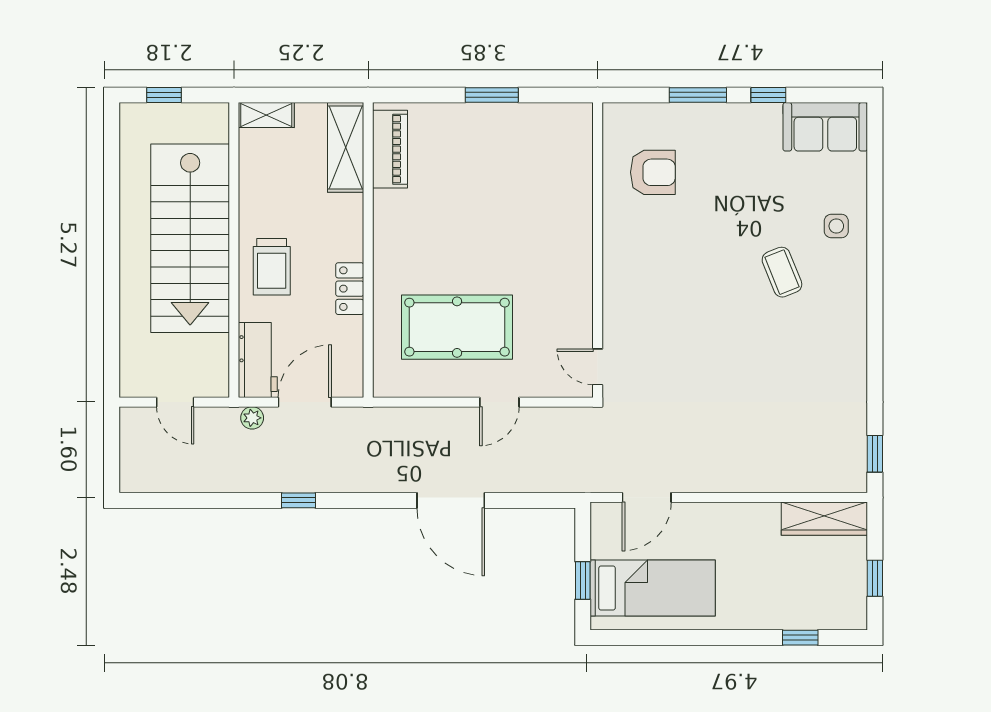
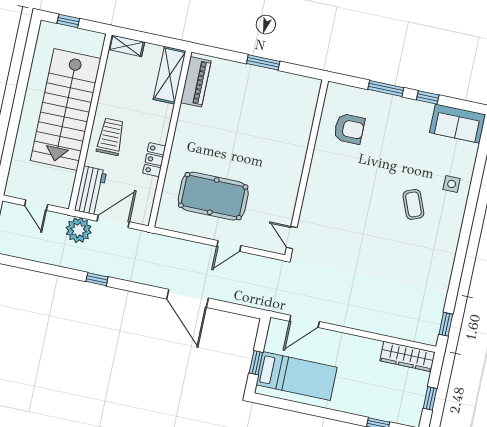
trolley: (272, 267) -> (111, 137), turned 180
plant: (252, 418) -> (79, 230), width x1.87, depth x1.87

